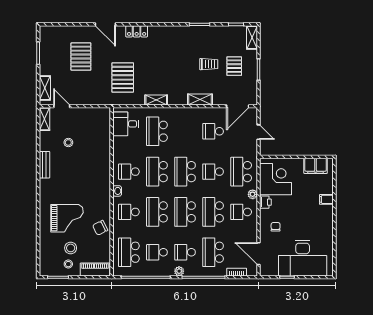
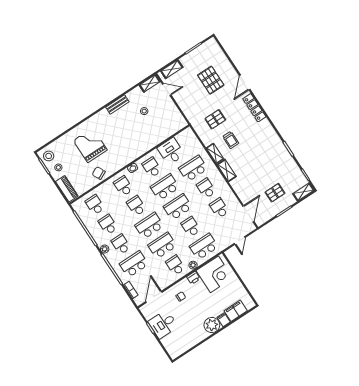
locker: (137, 31) -> (254, 108), width x1.53
pallet: (81, 57) -> (211, 80), turned 90
trolley: (209, 64) -> (231, 140), moved
pallet: (123, 77) -> (215, 119), width x0.67, depth x0.71
shelving: (200, 100) -> (227, 171), moved
door: (62, 106) -> (167, 90), hinge flipped
door: (238, 106) -> (248, 214), swing flipped
desk: (126, 124) -> (171, 151), moved
school desk: (185, 131) -> (206, 188), added
filing cabinet: (316, 166) -> (236, 311), moved, turned 90
school desk: (157, 212) -> (136, 206), width x0.54
plant: (324, 215) -> (212, 325), added
grand piano: (67, 218) -> (90, 145), turned 180
stool: (71, 248) -> (49, 156), moved
school desk: (129, 252) -> (95, 205), width x0.54
desk: (303, 258) -> (163, 324), width x0.53, depth x0.77

